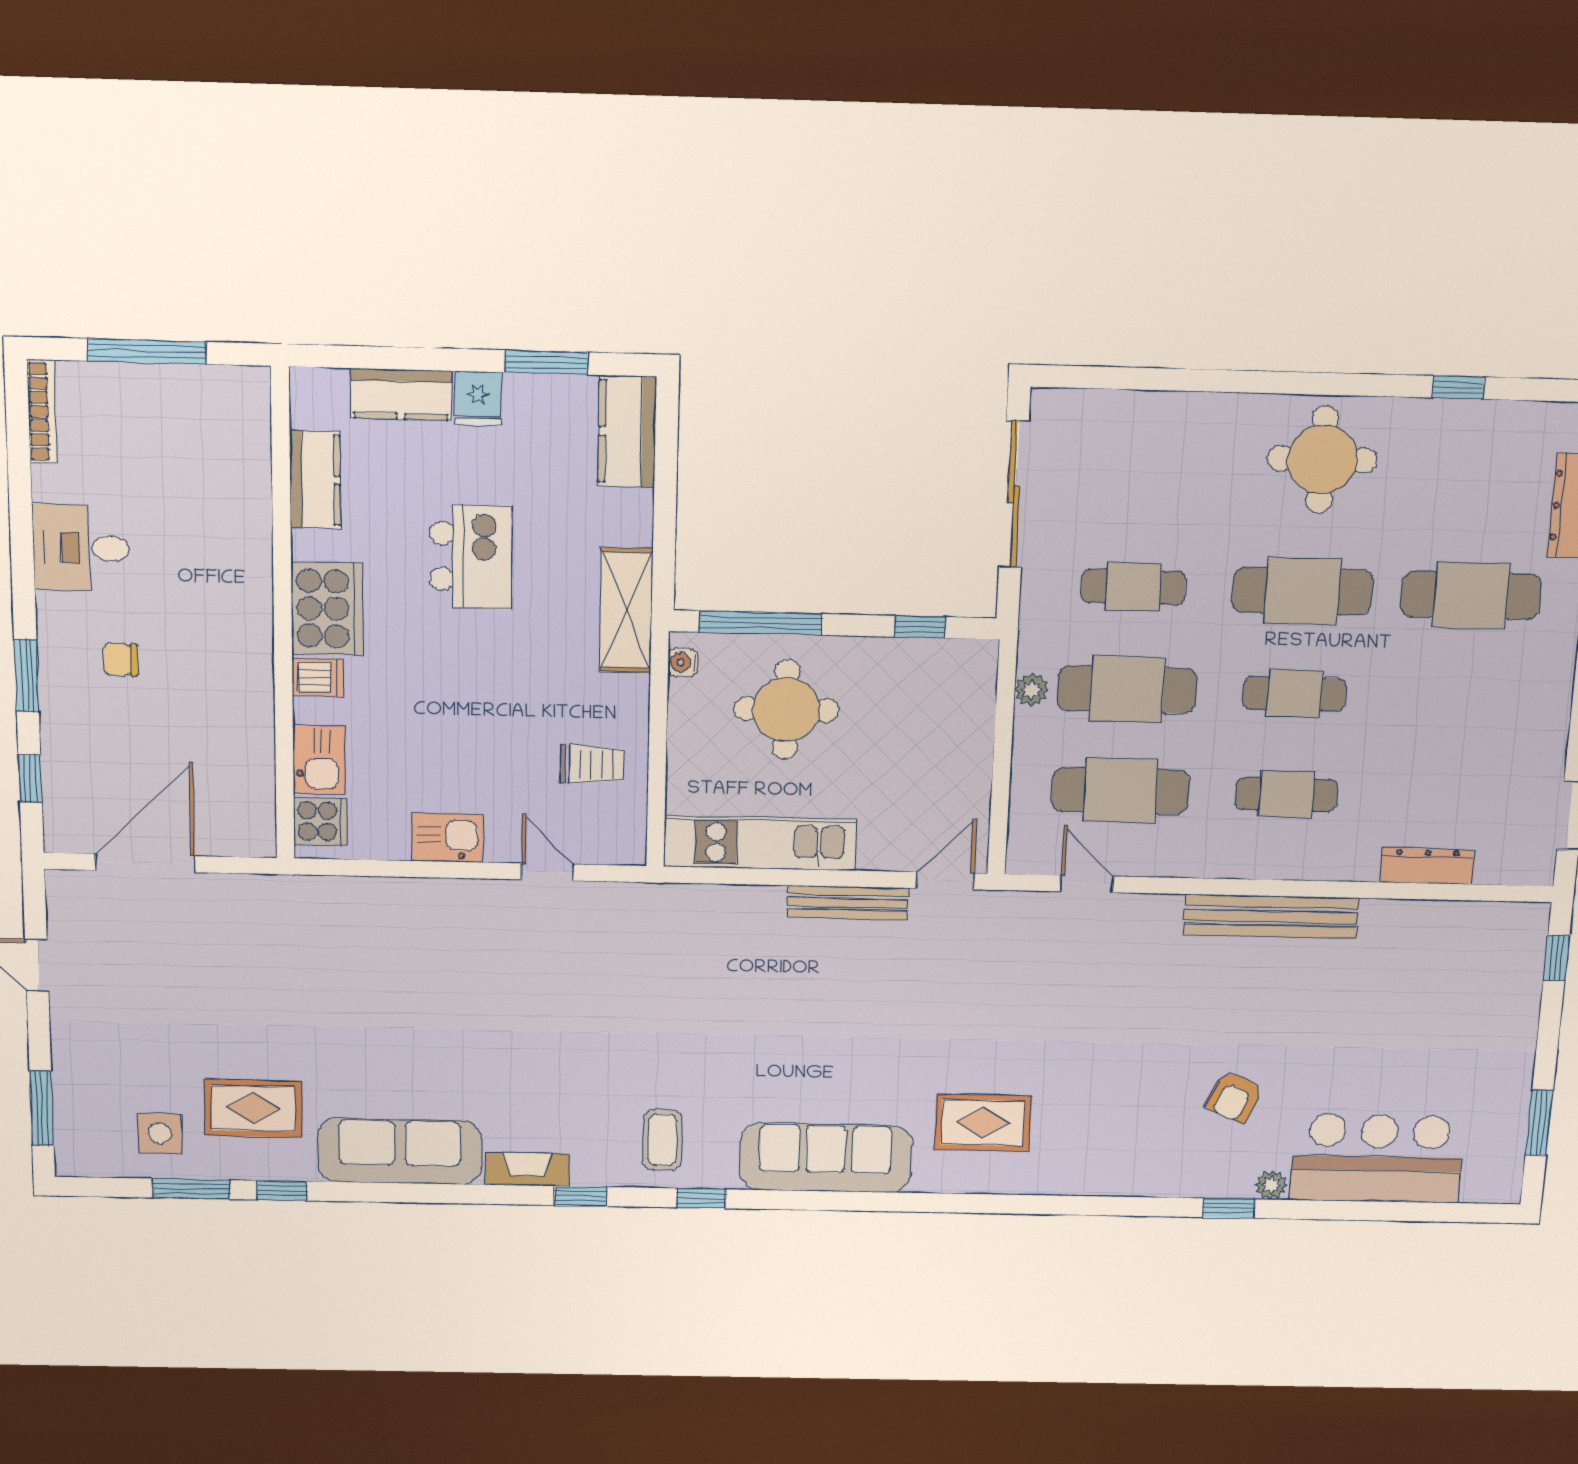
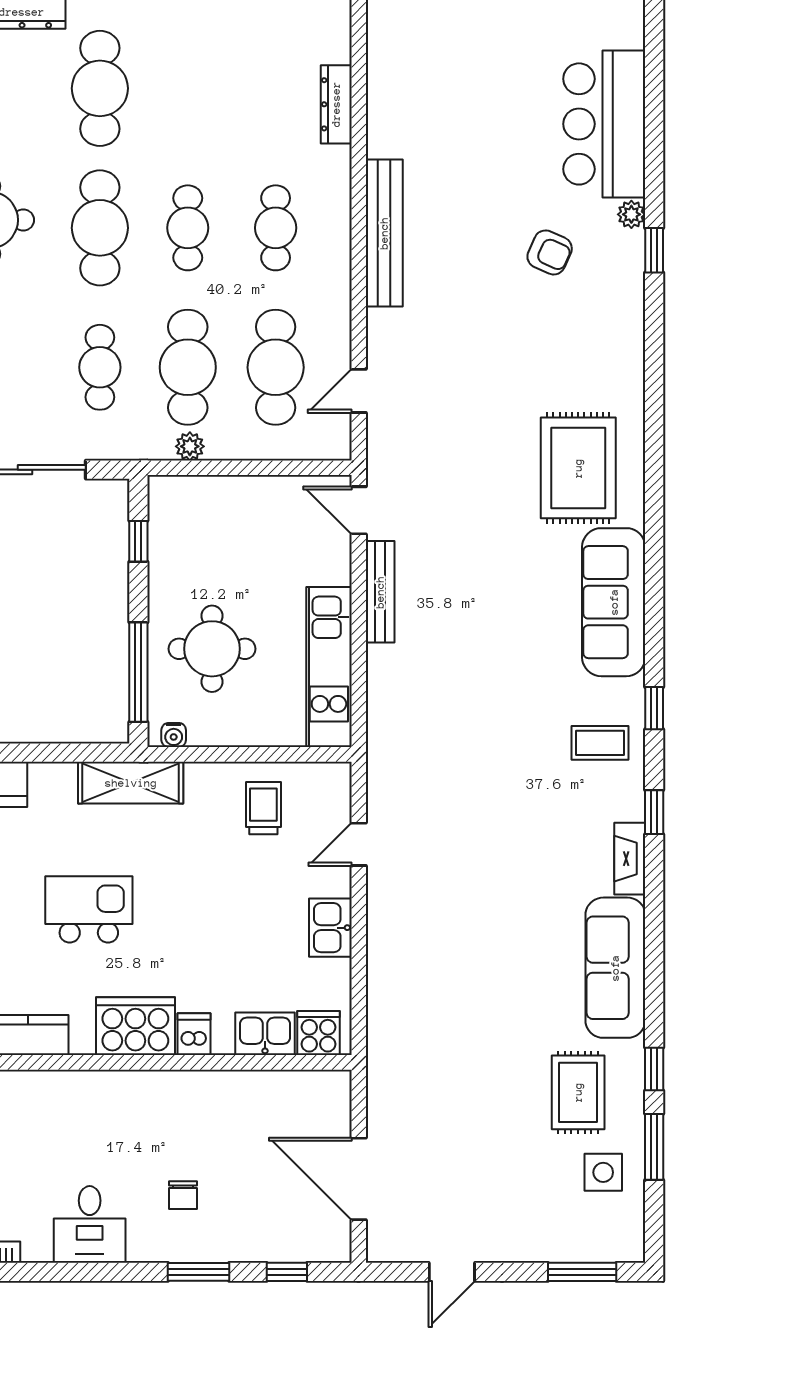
rug: (983, 1123) -> (578, 468), width x1.36, depth x1.43

